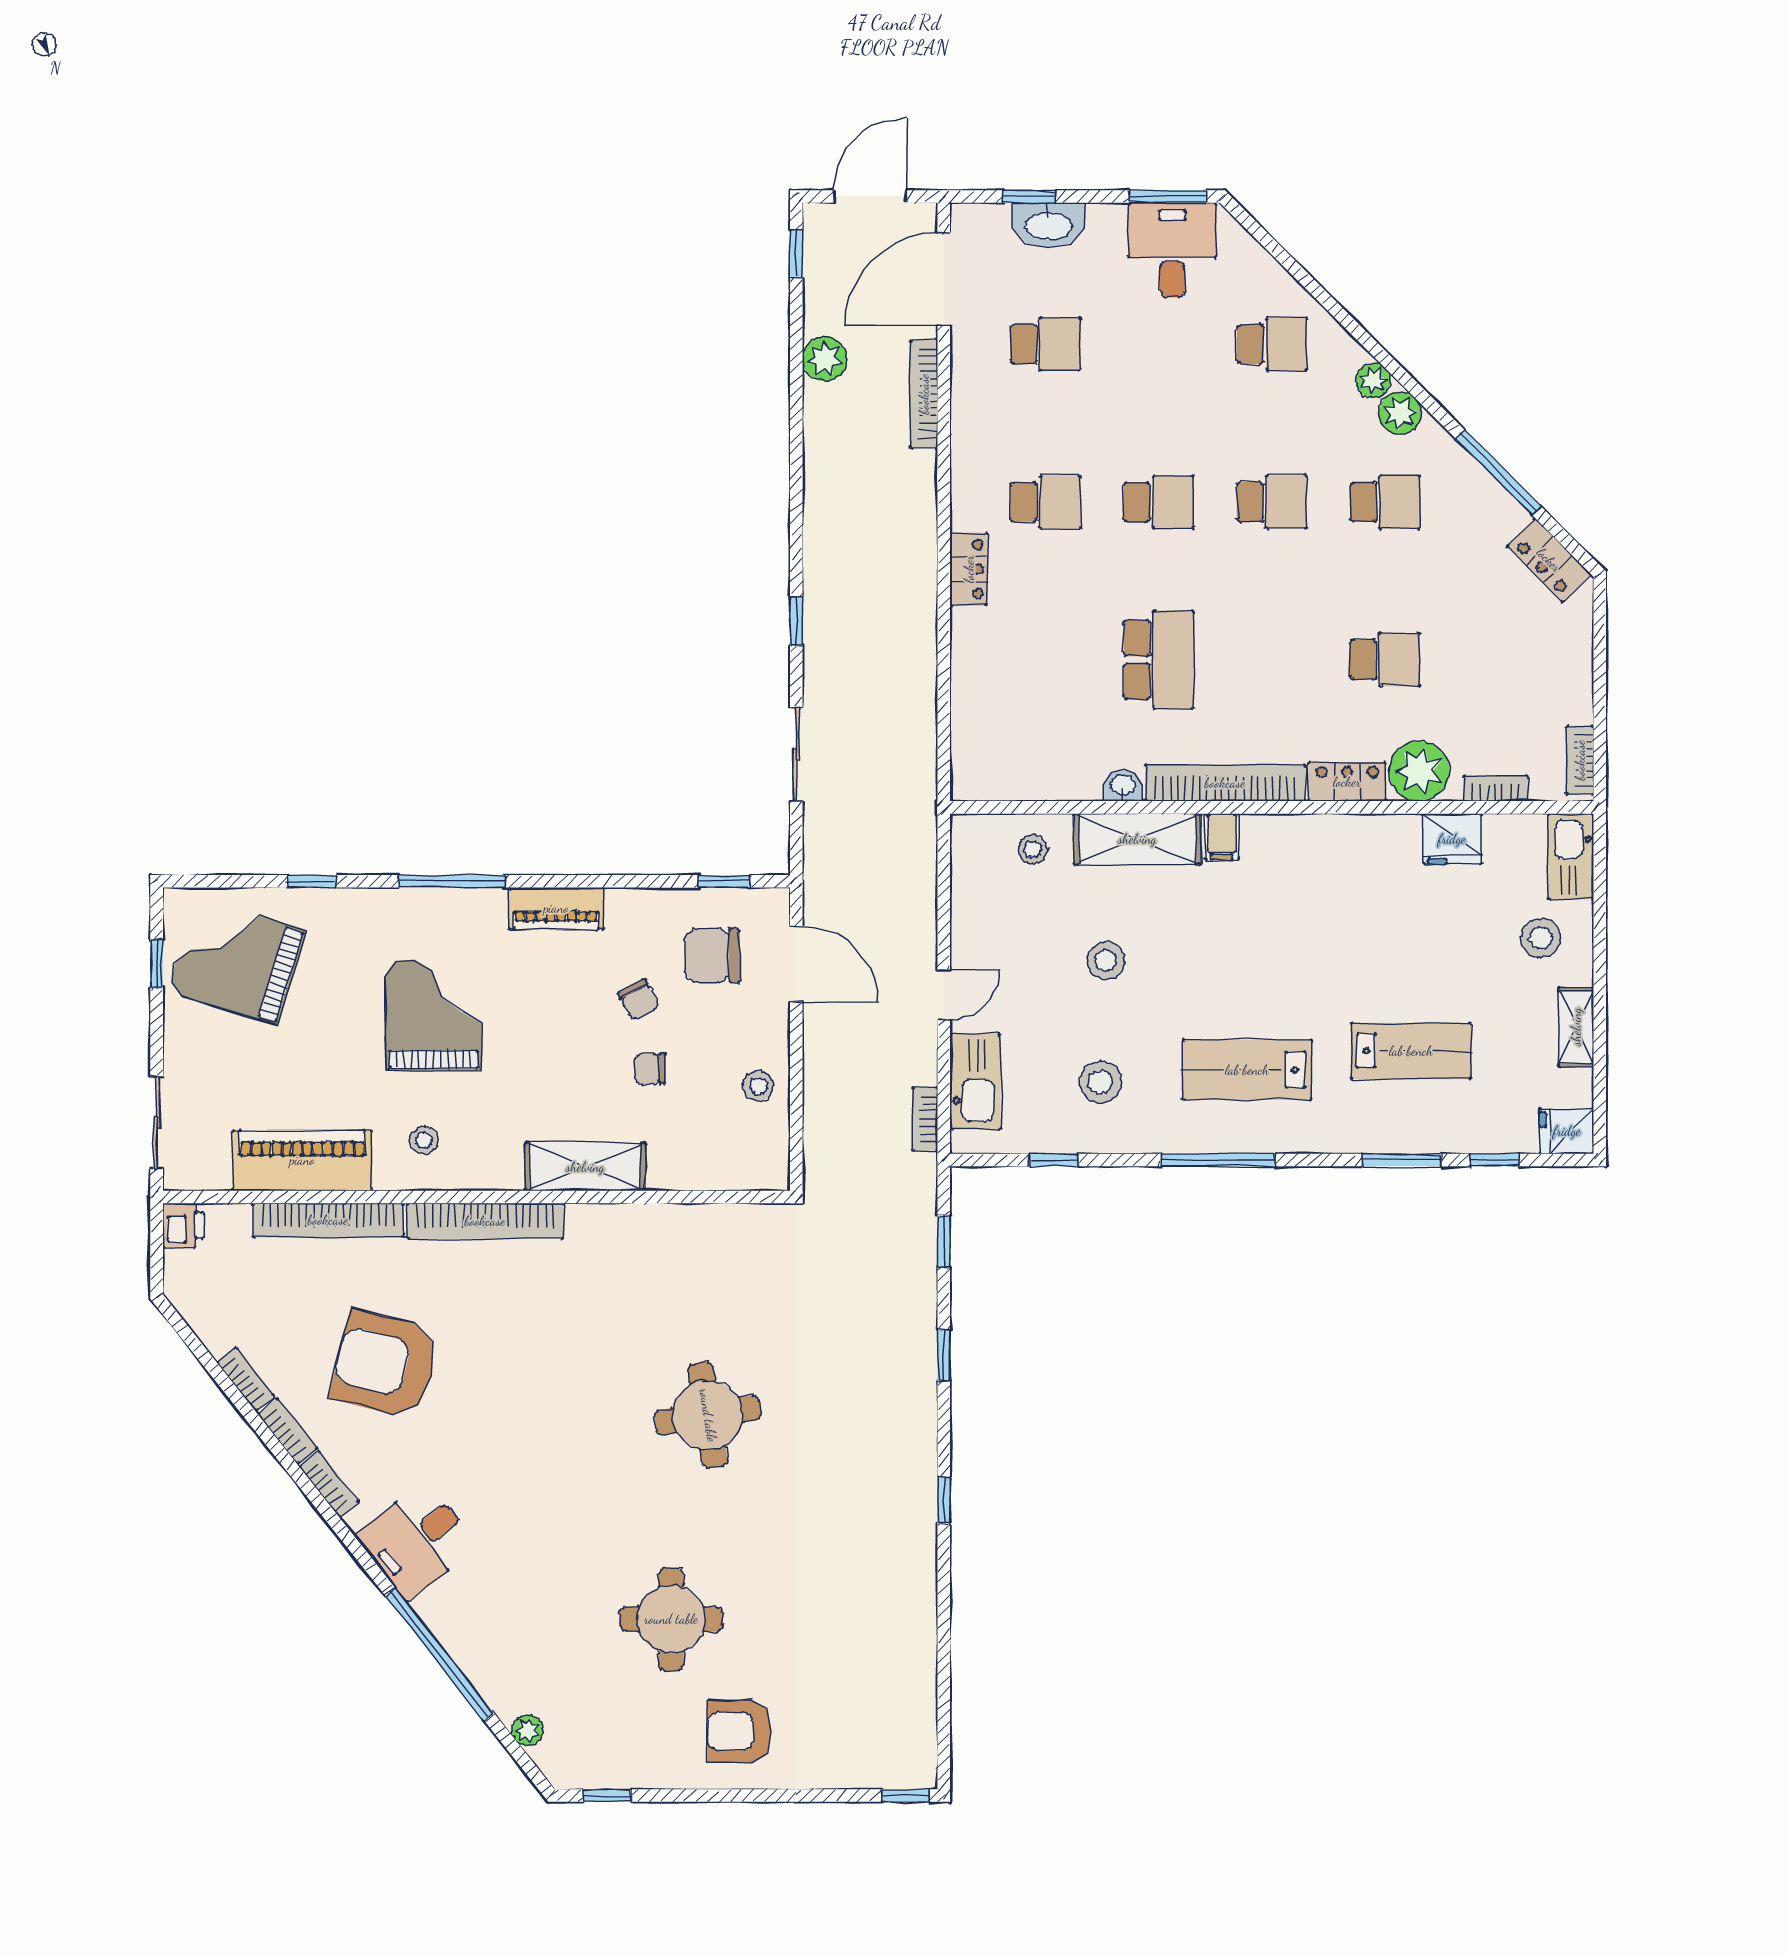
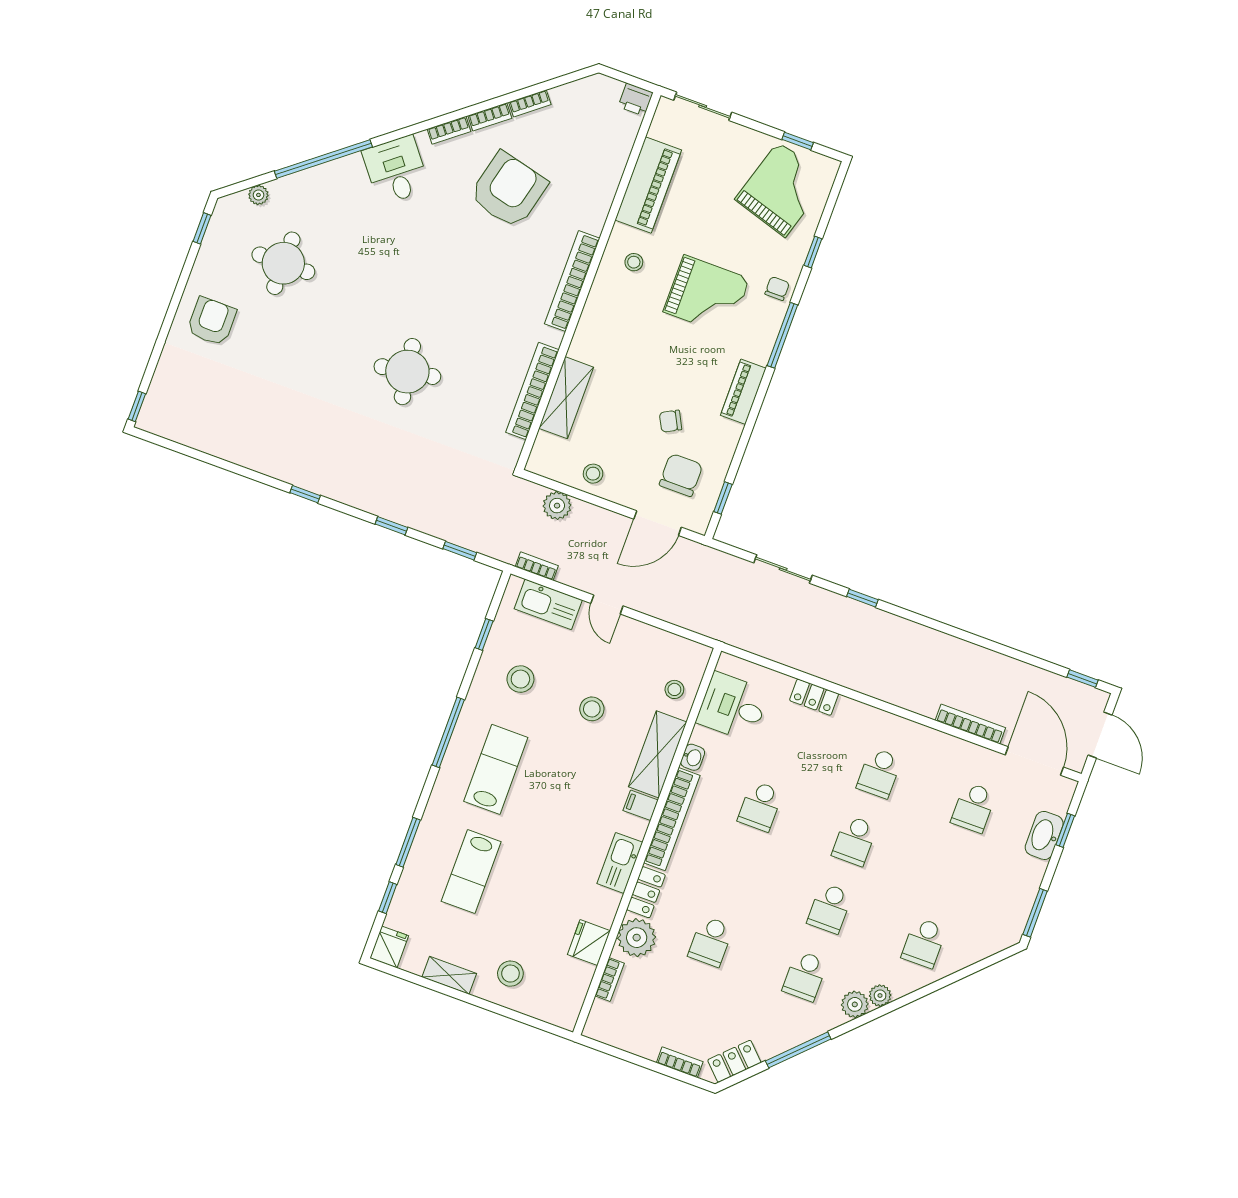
desk: (1172, 250) -> (733, 707), moved, turned 180
plant: (825, 359) -> (557, 506), moved
locker: (969, 569) -> (814, 697), moved
school desk: (1159, 660) -> (760, 806), width x0.54
bookcase: (1580, 760) -> (680, 1062), moved
kitchen sink: (1571, 856) -> (620, 863), moved, turned -90
chair: (650, 1069) -> (777, 288), moved
shelving: (585, 1167) -> (566, 398), moved
bookcase: (328, 1220) -> (532, 391), moved
round table: (671, 1619) -> (283, 263), moved

